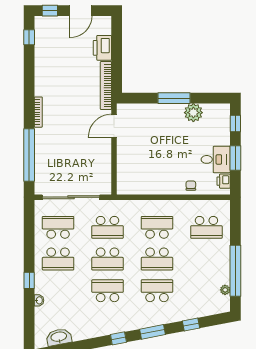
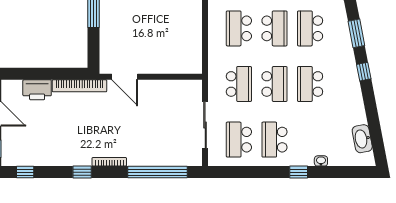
window: (29, 88) -> (82, 172), added
sliding door: (71, 197) -> (205, 125), width x0.73
school desk: (58, 259) -> (274, 140), turned 180

